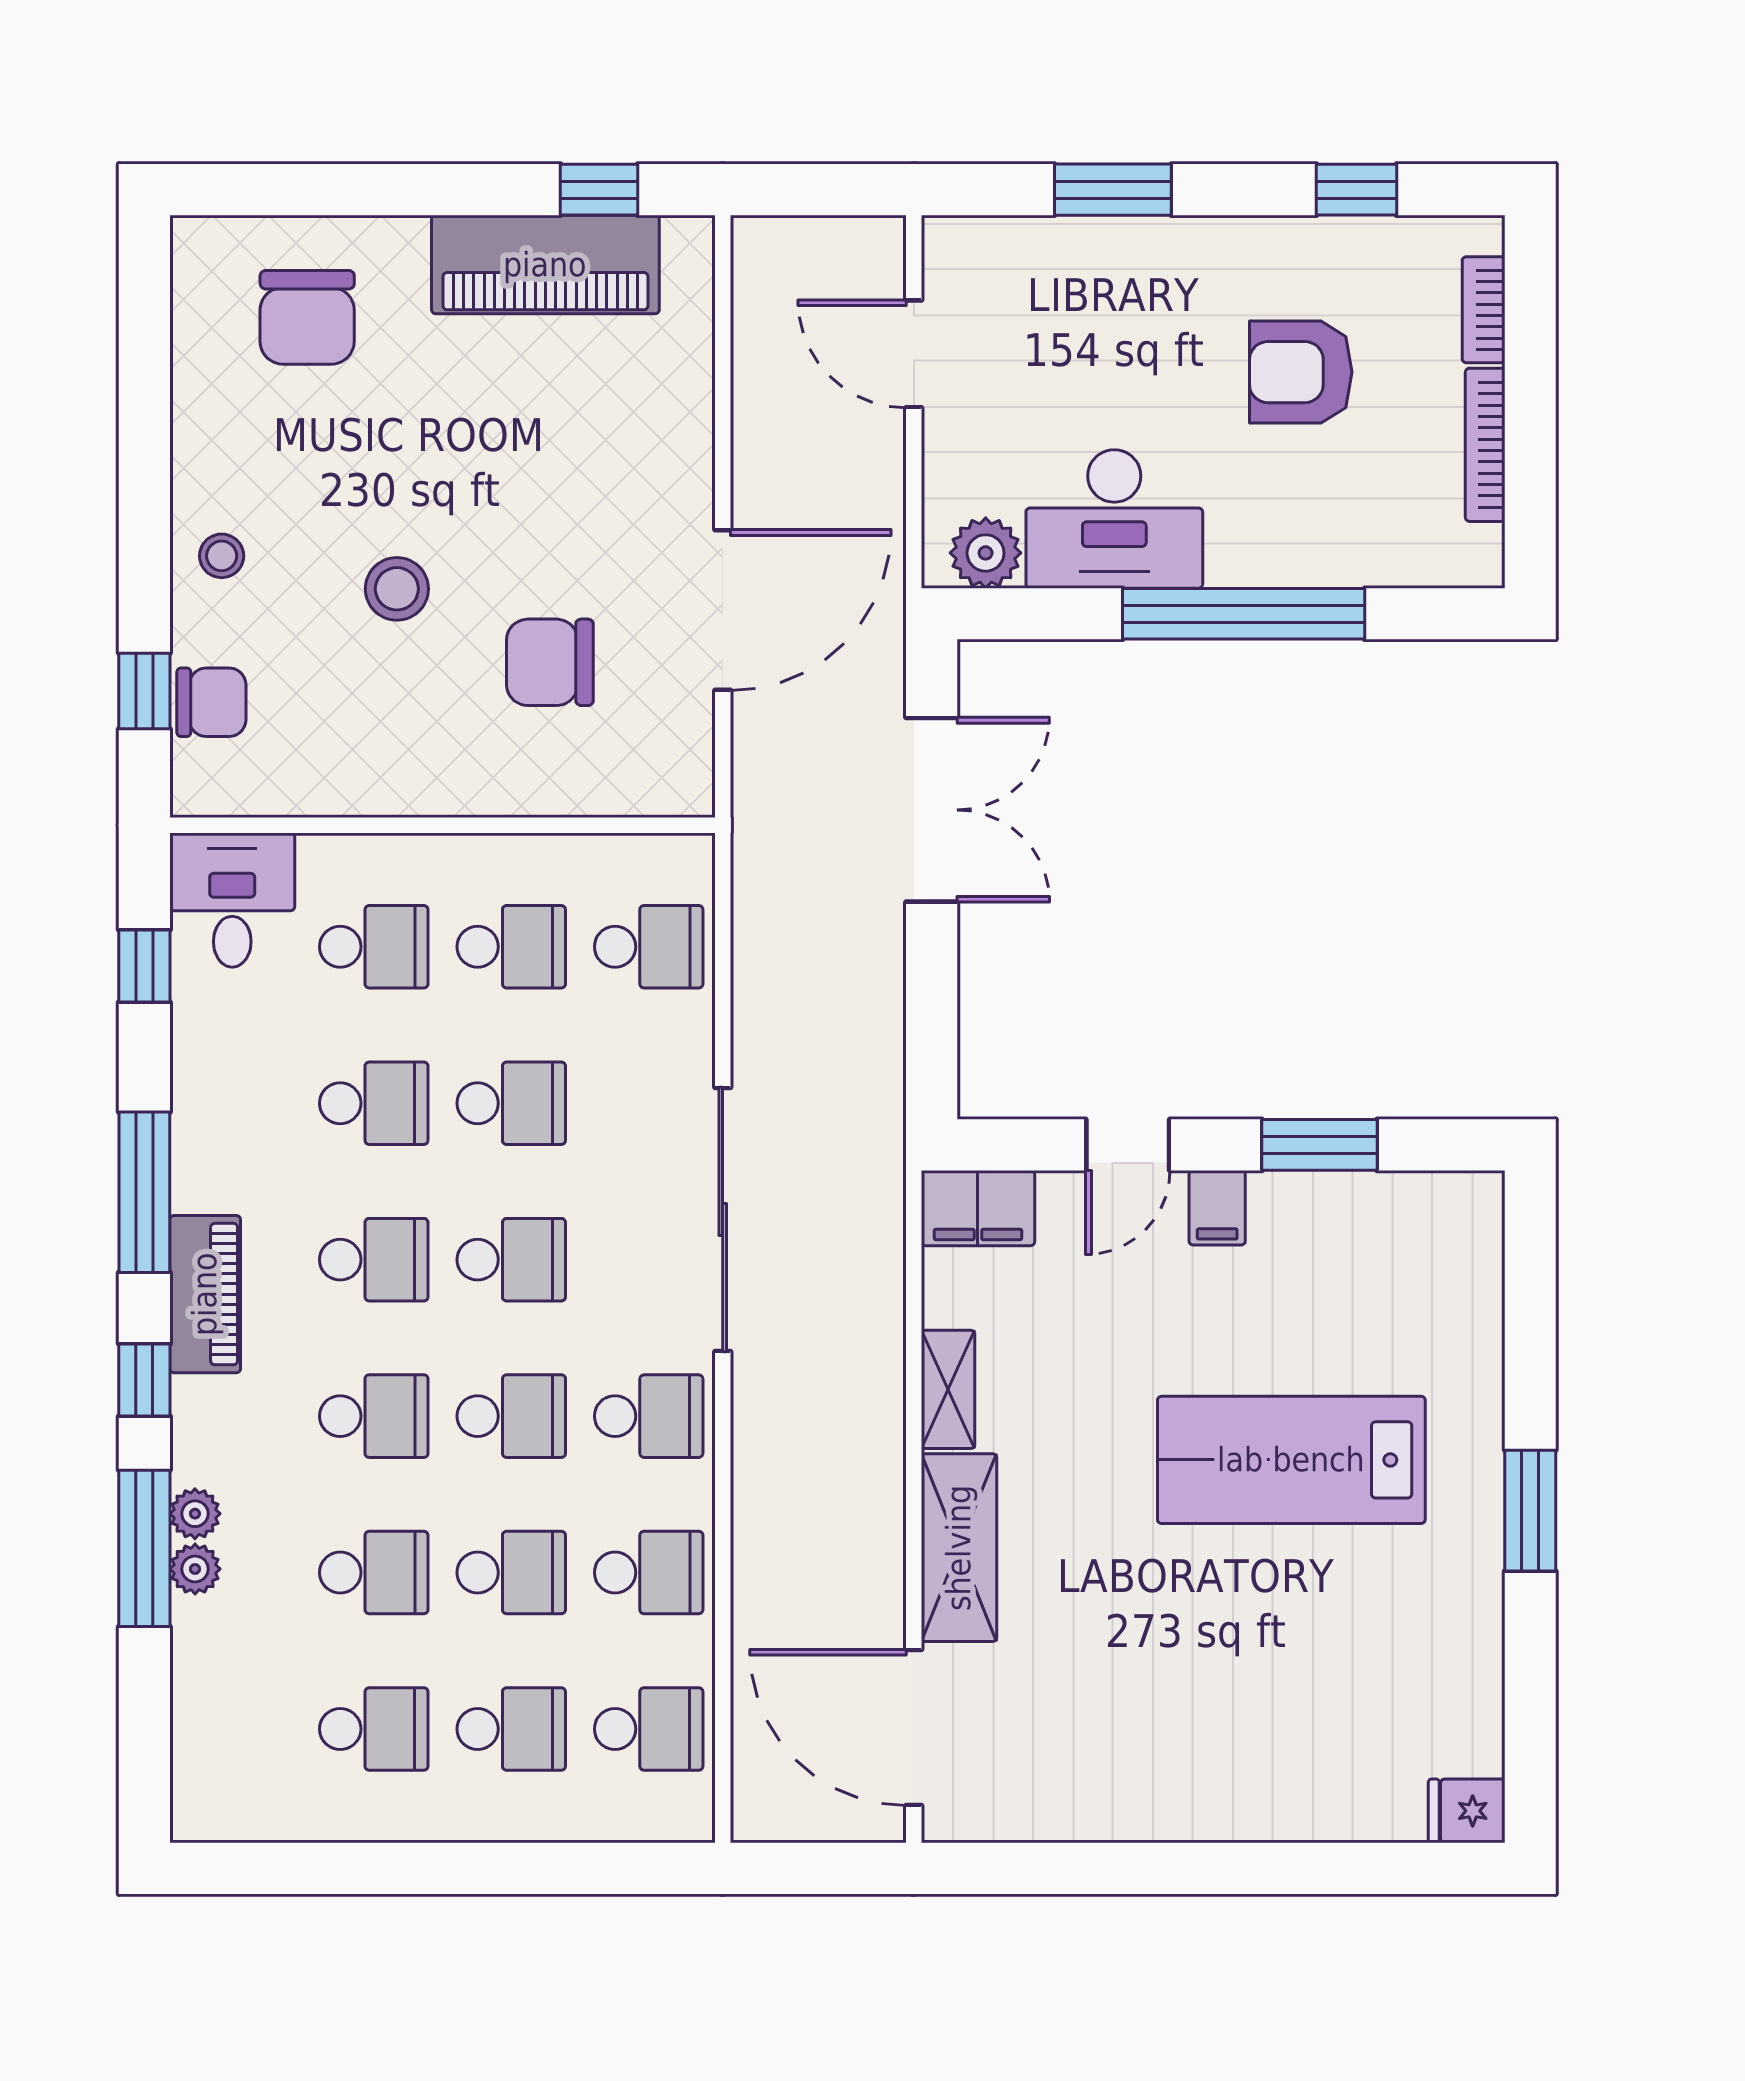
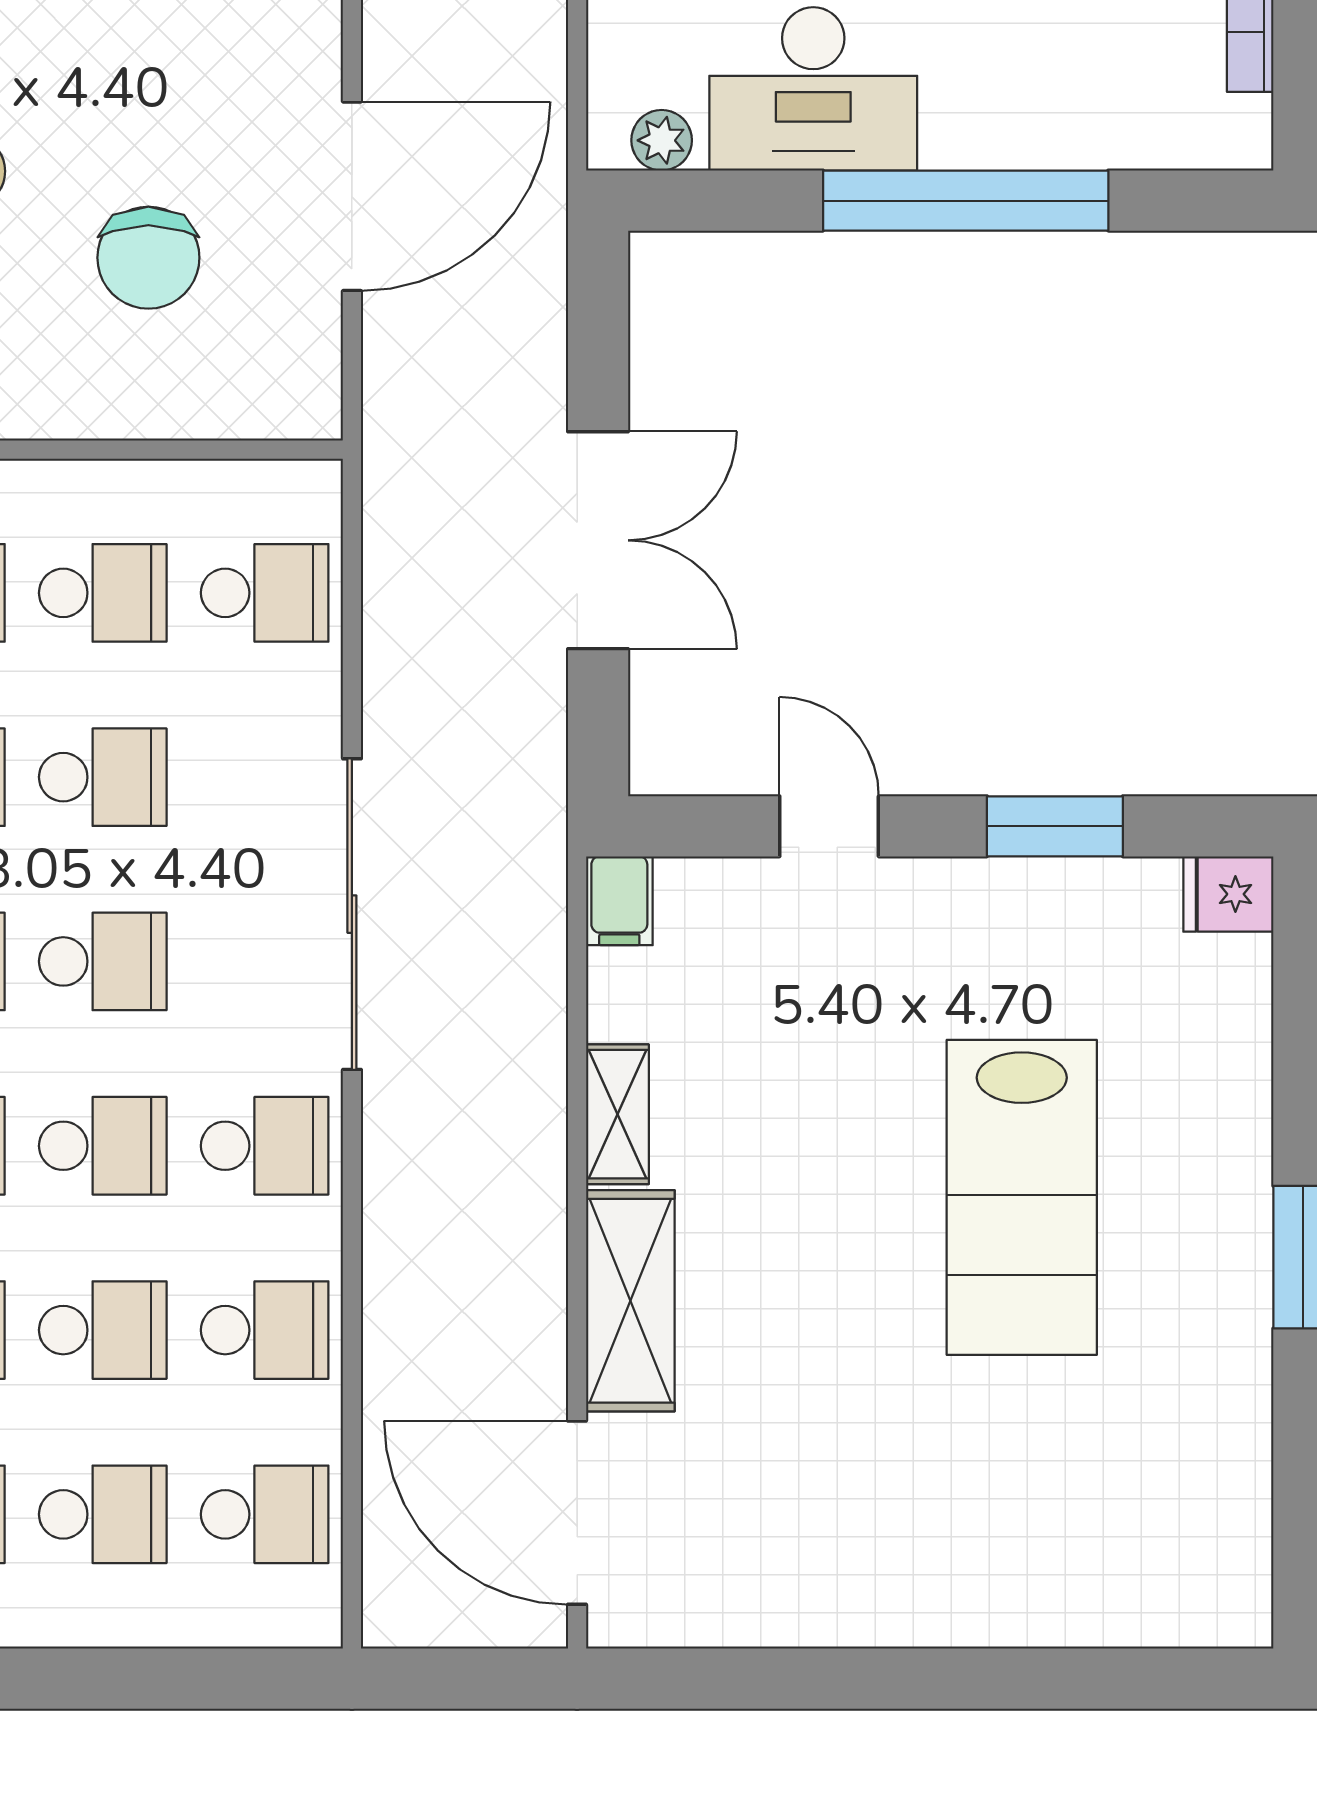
plant: (986, 553) -> (662, 140), width x0.73, depth x0.73
chair: (550, 662) -> (148, 258), turned -90
double door: (932, 810) -> (598, 540), moved
door: (1128, 1145) -> (829, 826), swing flipped
filing cabinet: (978, 1208) -> (619, 901), width x0.50
filing cabinet: (1217, 1208) -> (934, 900), removed
lab bench: (1291, 1460) -> (1022, 1197), turned -90
fridge: (1467, 1811) -> (1228, 894), moved

